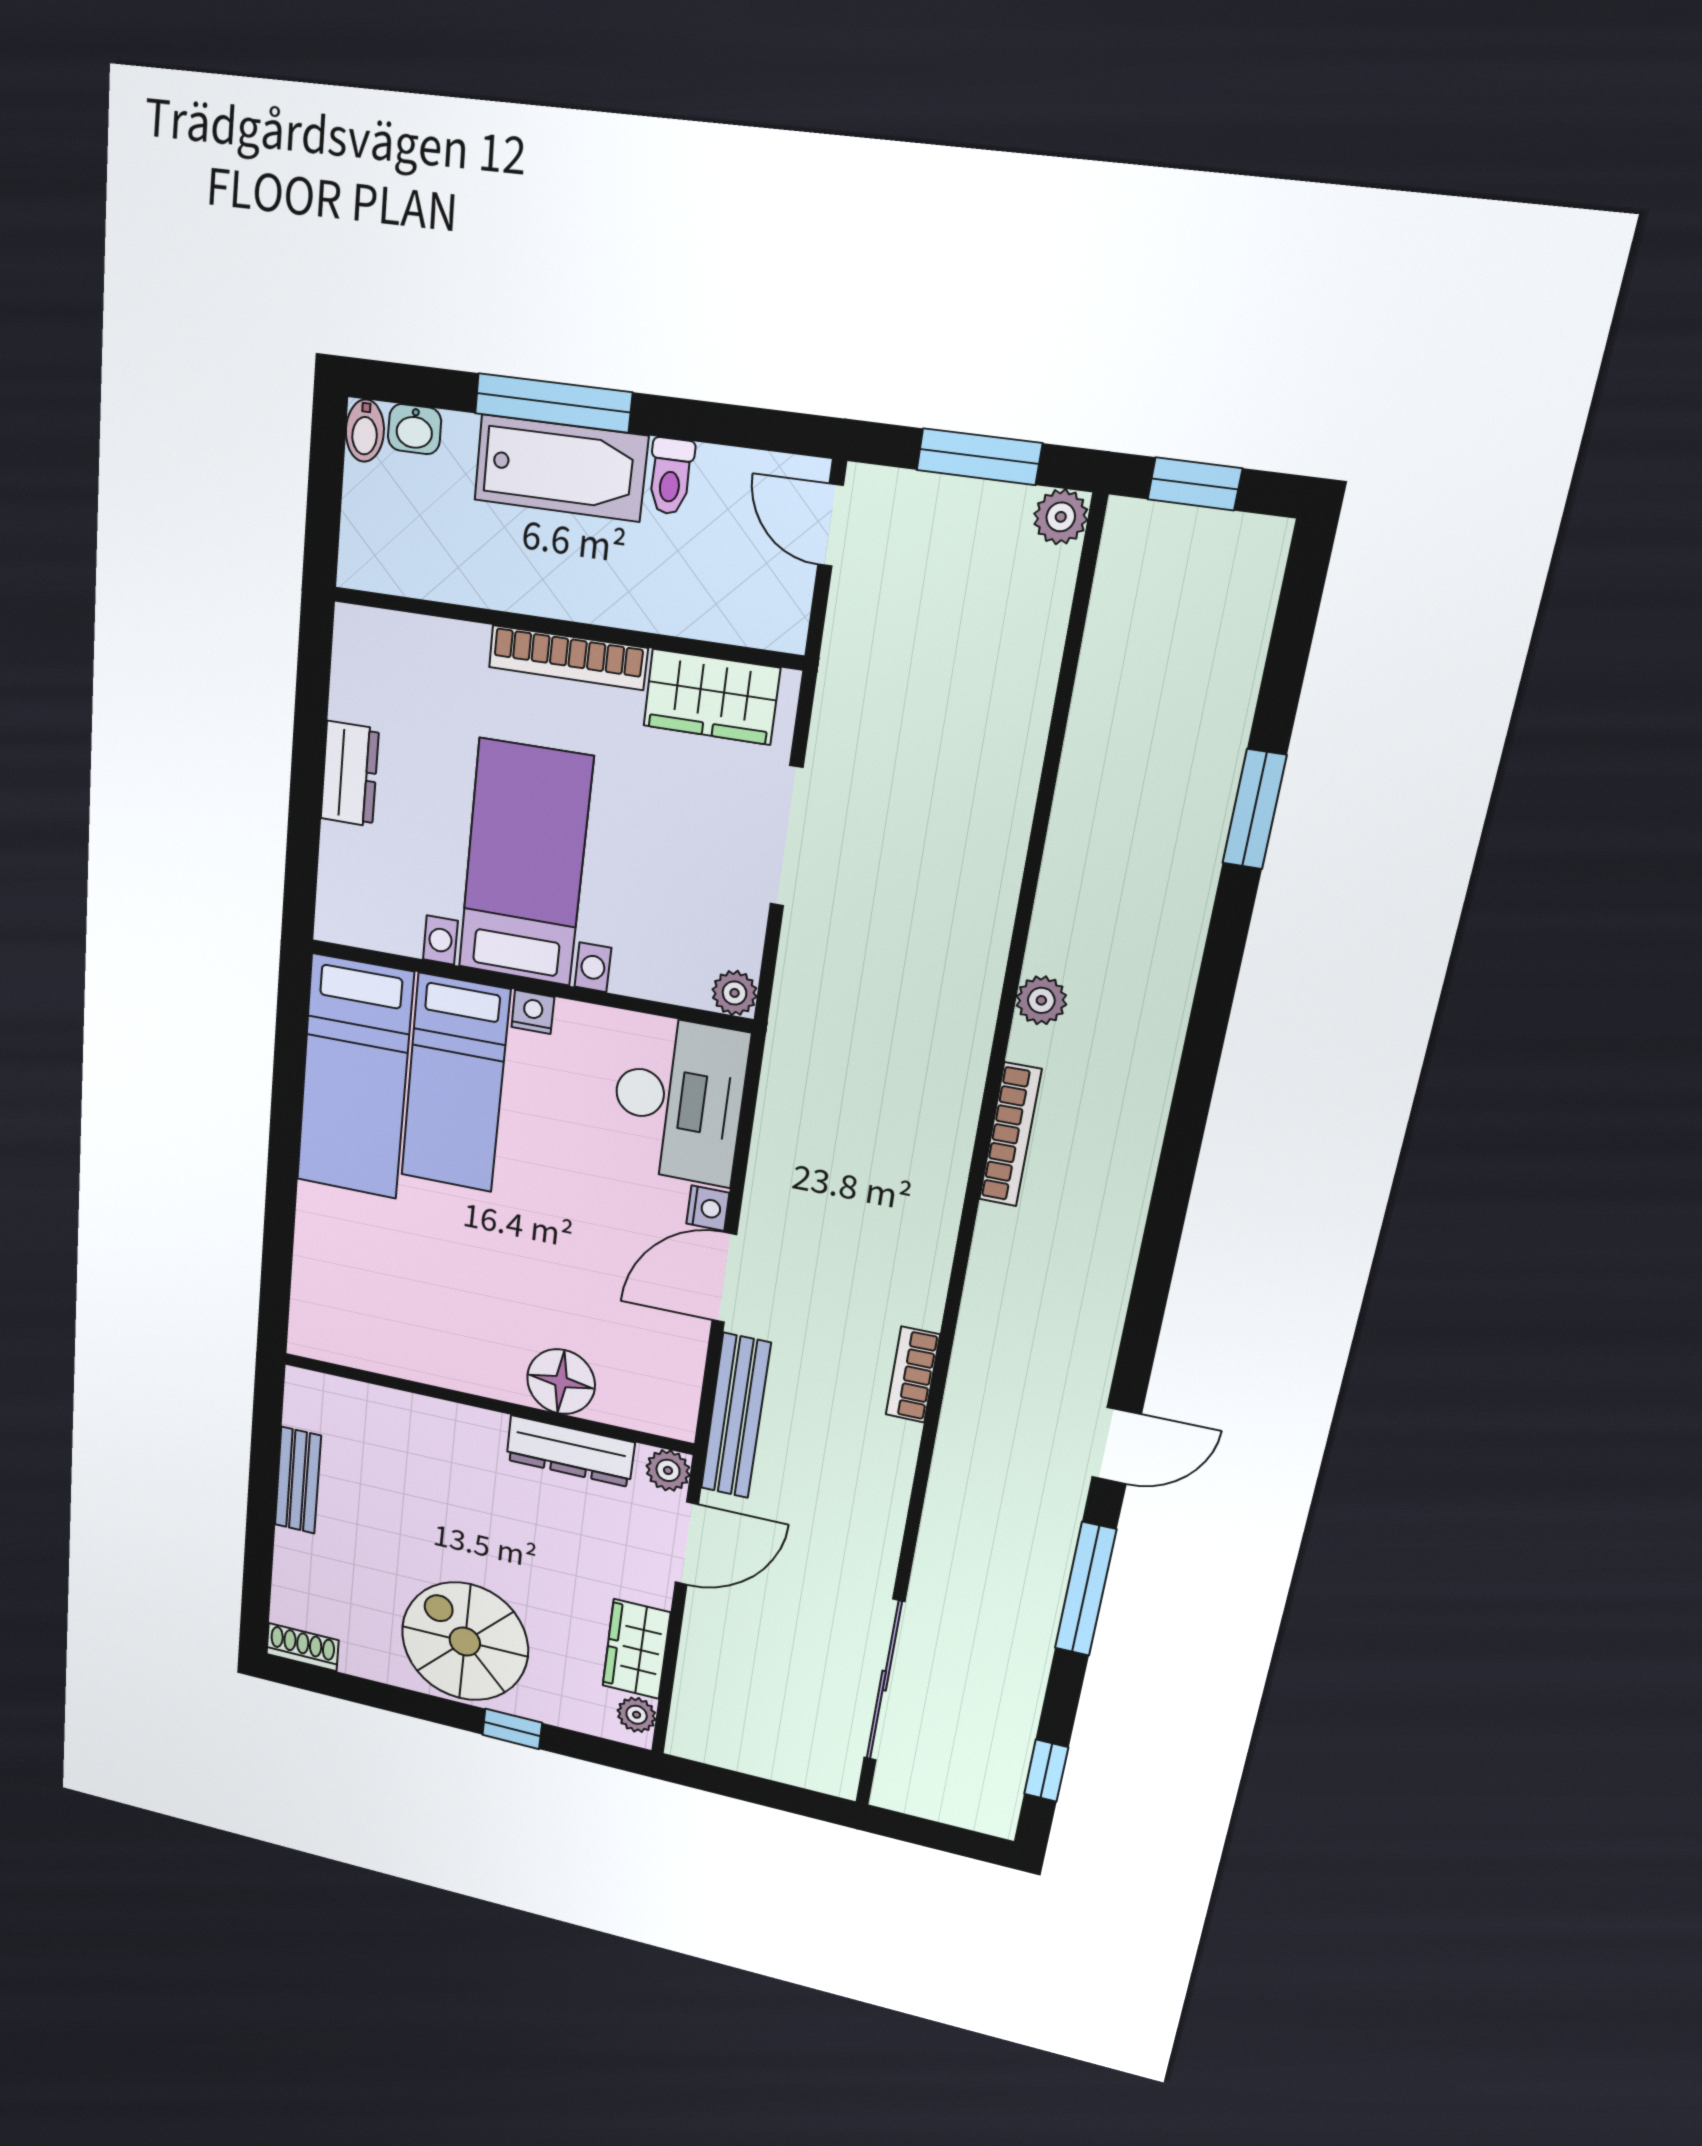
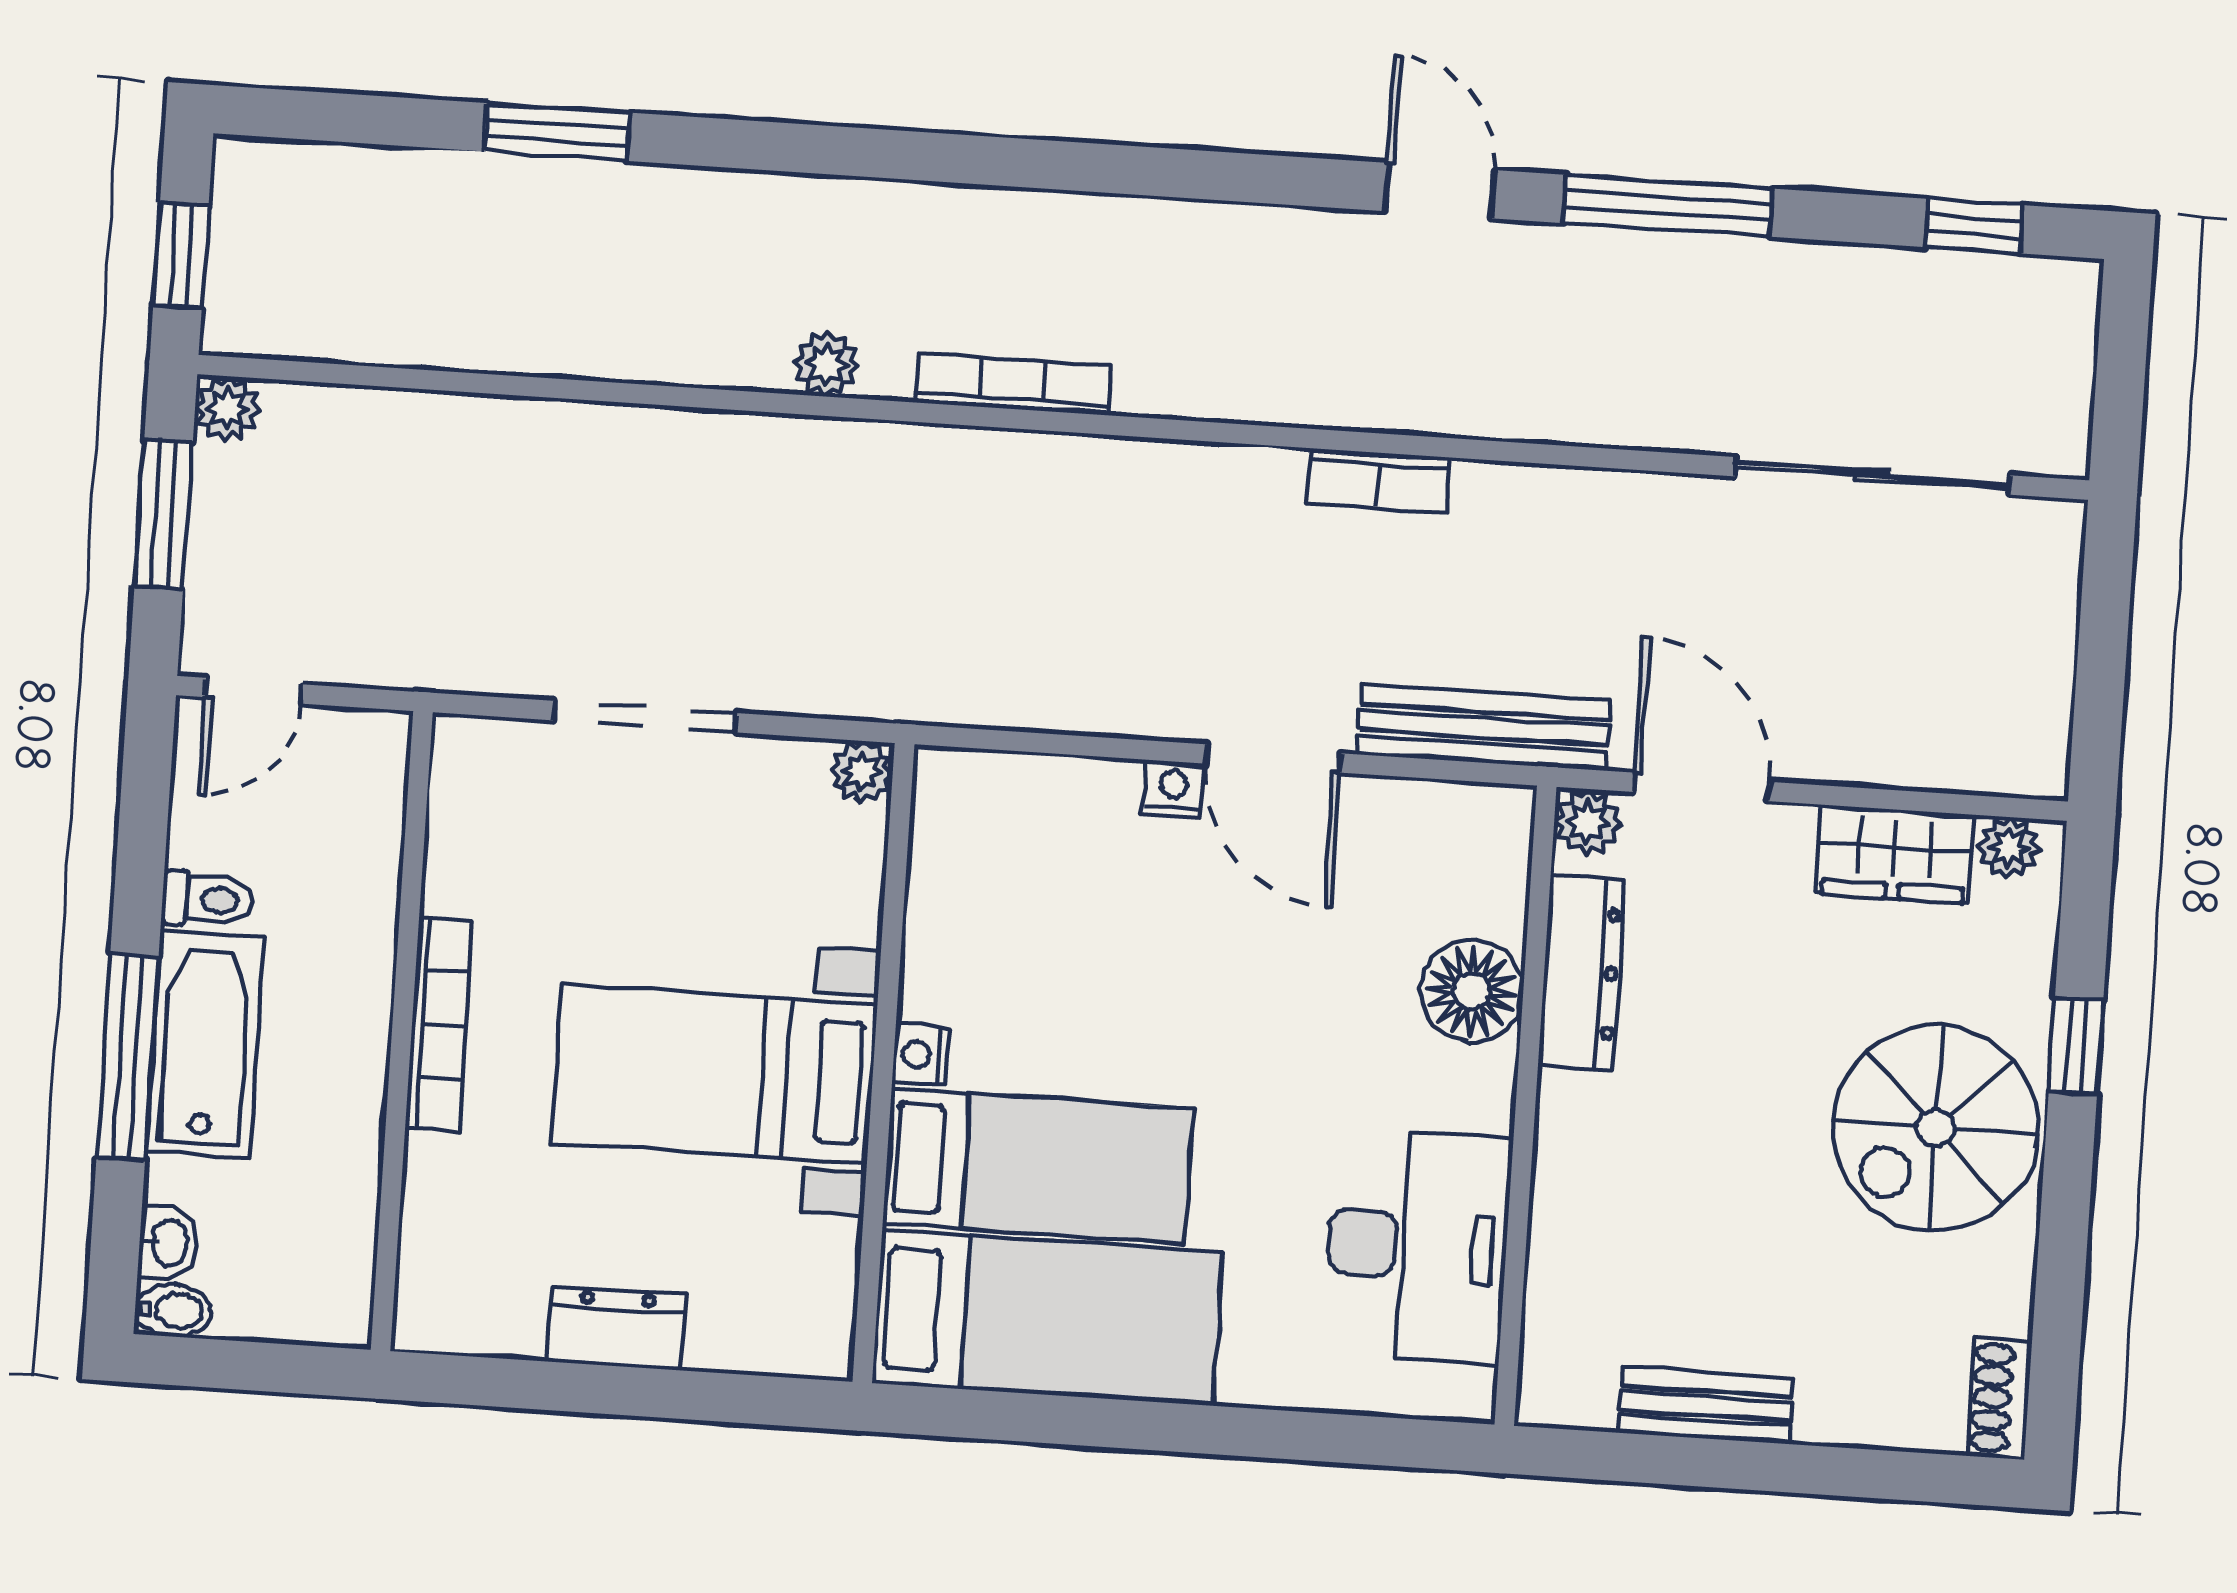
wardrobe: (711, 697) -> (474, 829), removed
desk: (678, 1100) -> (1417, 1246), moved, turned 90

